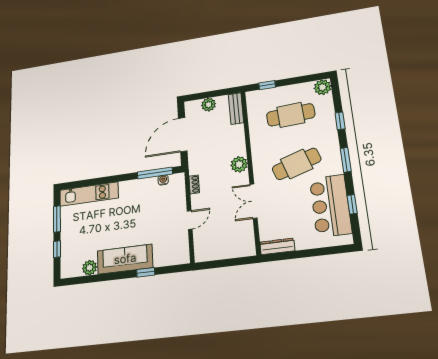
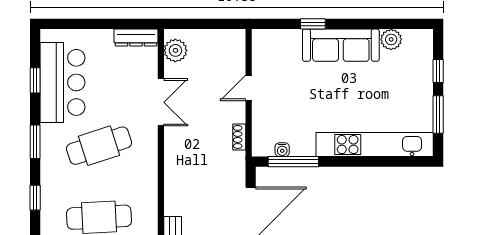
plant: (239, 164) -> (175, 50), moved
kitchen unit: (89, 194) -> (375, 145), width x1.36

